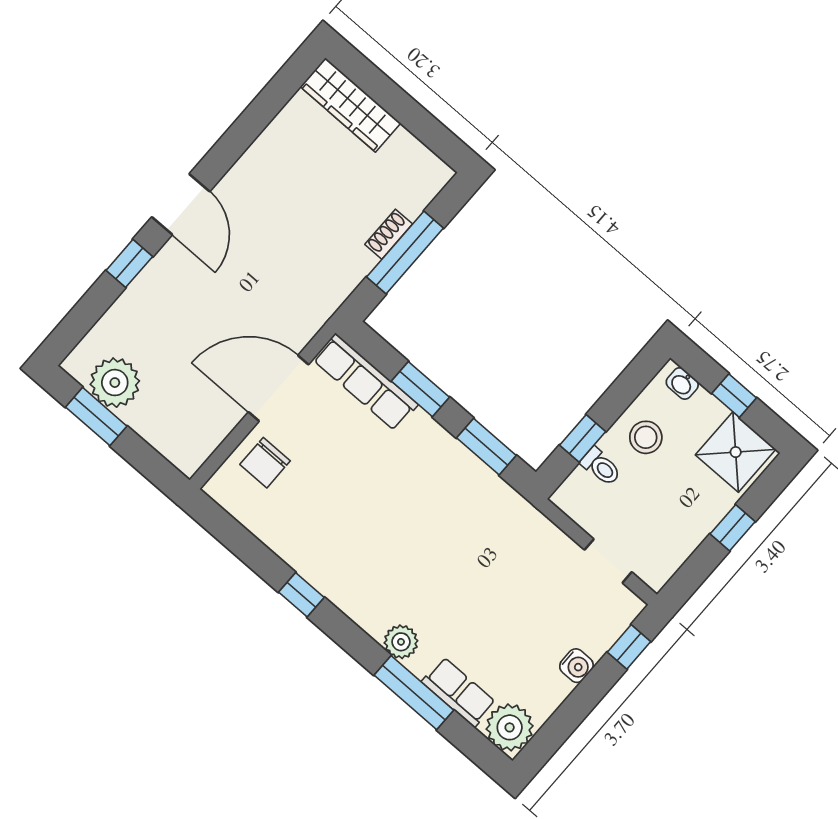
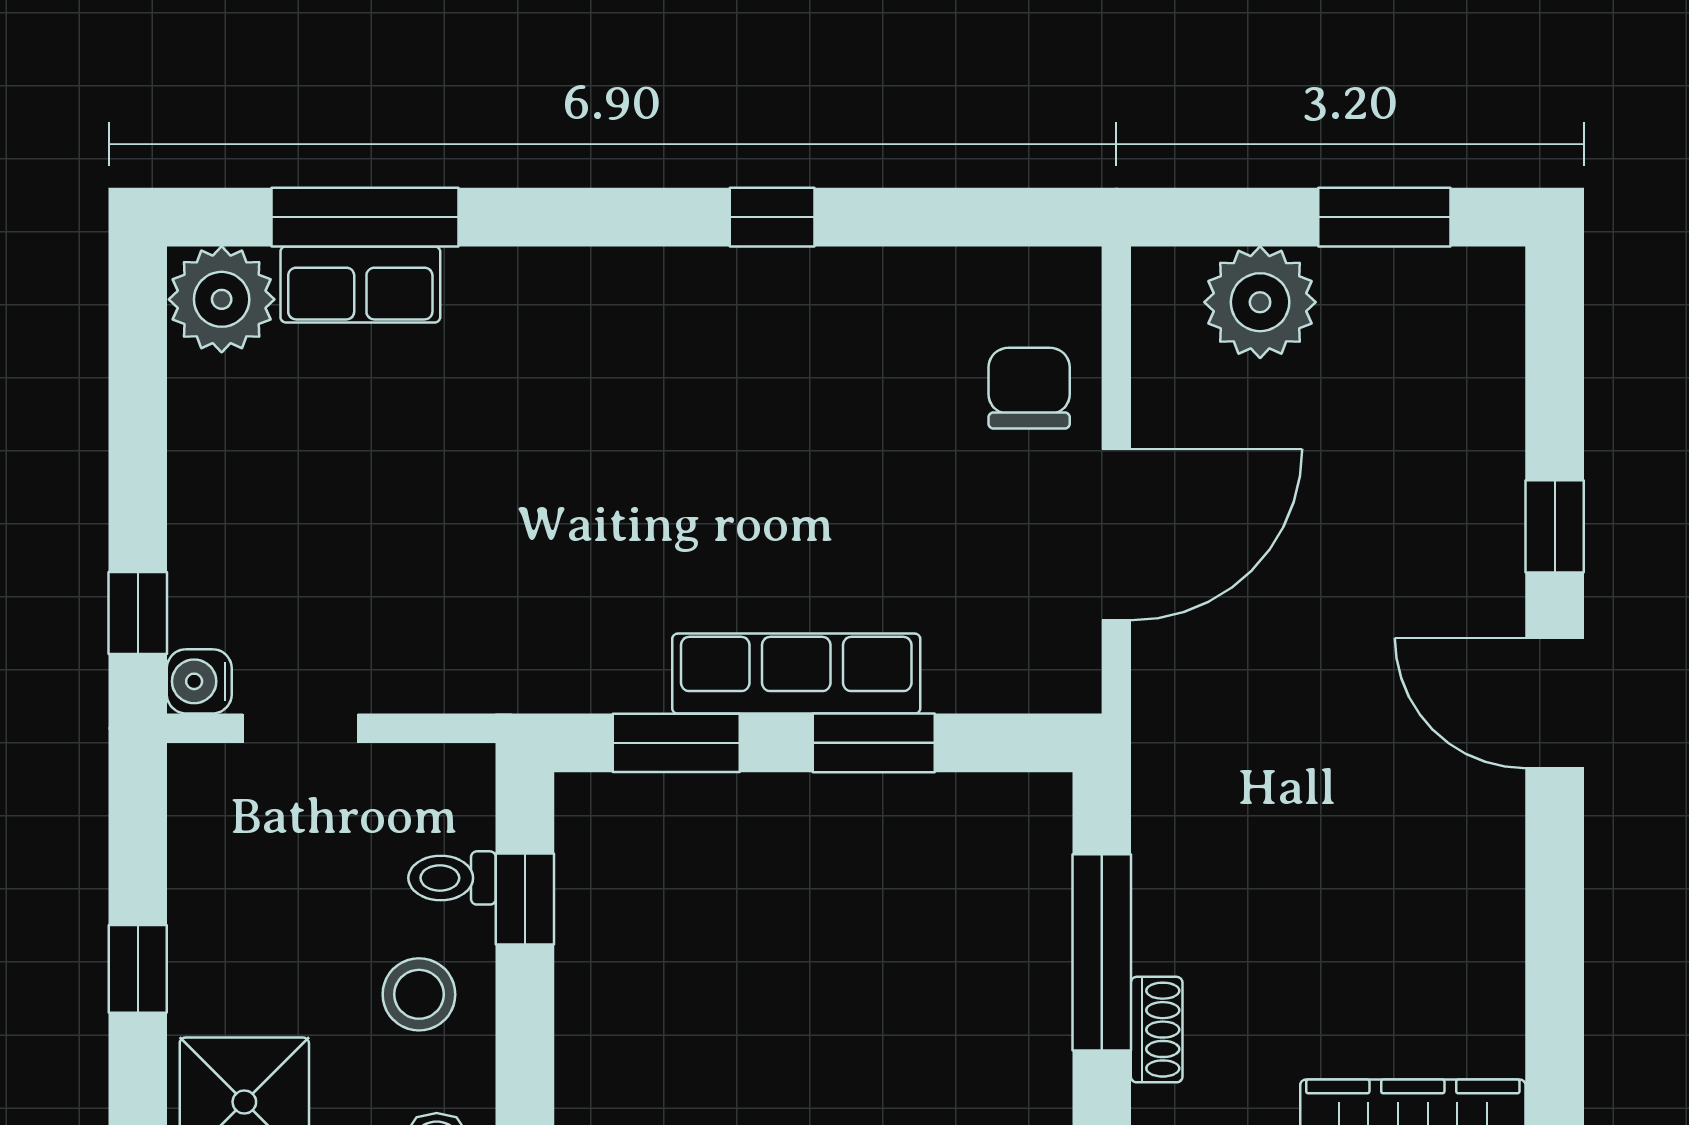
shoe rack: (389, 234) -> (1157, 1030), moved
row of seats: (365, 382) -> (796, 674), moved
plant: (115, 383) -> (1260, 302), moved
plant: (401, 642) -> (533, 284), removed
water cooler: (576, 666) -> (199, 681), moved
window: (414, 693) -> (365, 217), moved

